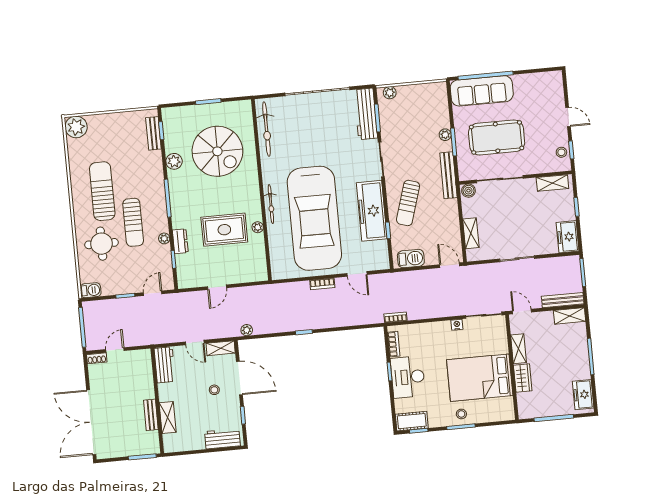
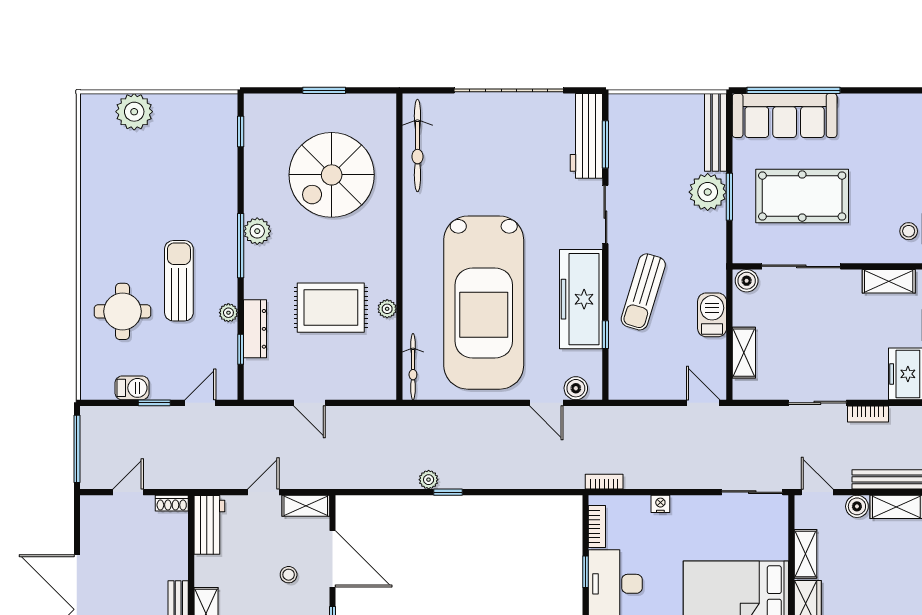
plant: (390, 93) -> (630, 104), removed
plant: (76, 127) -> (134, 112), moved
bench: (153, 133) -> (227, 135), removed
plant: (445, 135) -> (708, 192), width x1.88, depth x1.88
spiral stairs: (217, 151) -> (332, 175), turned 90
plant: (174, 161) -> (257, 231), moved
bench: (448, 175) -> (715, 132), moved
sun lounger: (102, 191) -> (132, 224), removed
bicycle: (271, 204) -> (413, 367), moved
sun lounger: (133, 222) -> (179, 281), turned 180
dresser: (180, 241) -> (255, 329), width x1.44
barbecue: (411, 259) -> (712, 315), moved, turned -90
boiler: (374, 264) -> (576, 388), added
bookcase: (322, 284) -> (868, 414), moved
door: (217, 287) -> (309, 403), hinge flipped
barbecue: (91, 290) -> (132, 388), moved
boiler: (546, 318) -> (857, 506), added
nightstand: (457, 325) -> (660, 504), moved
plant: (247, 330) -> (429, 480), moved
door: (195, 343) -> (263, 492), swing flipped
shoe rack: (97, 358) -> (172, 503), moved

